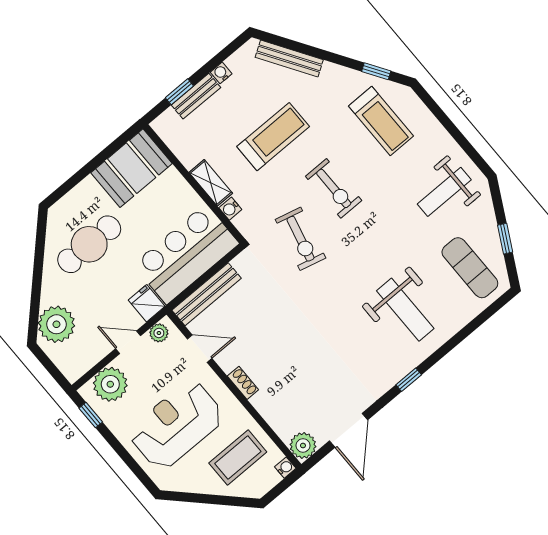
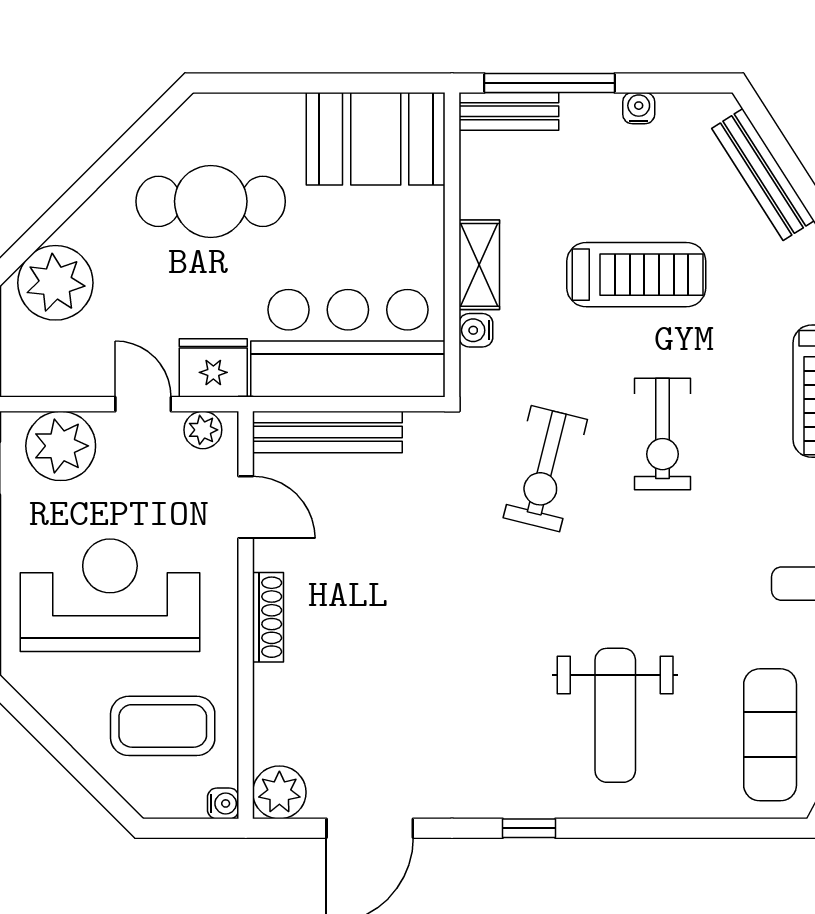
window: (179, 92) -> (549, 83), width x2.17
bench: (196, 96) -> (509, 111), moved
fridge: (147, 303) -> (213, 368), width x1.38
shoe rack: (243, 383) -> (268, 617), width x1.43

